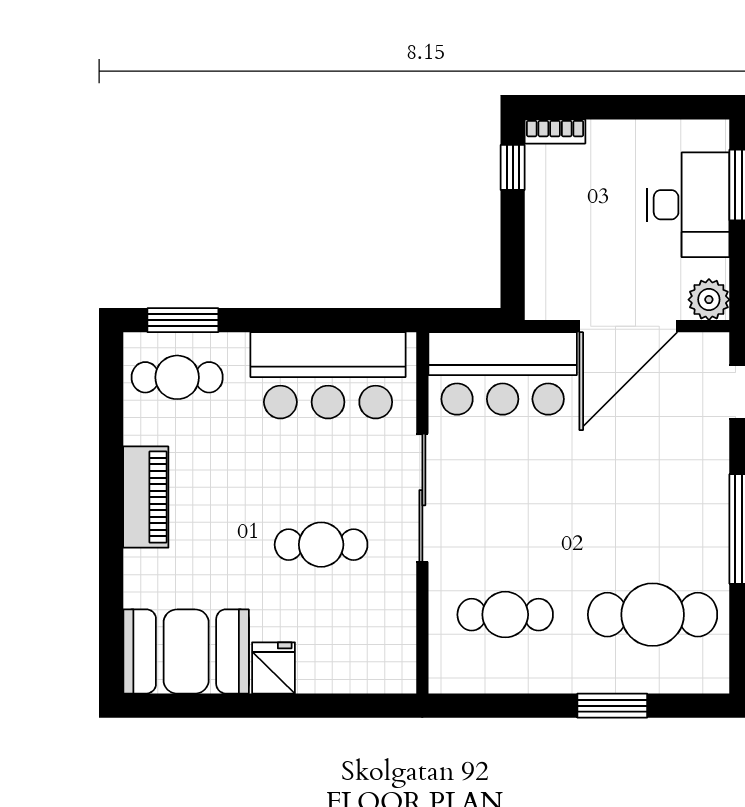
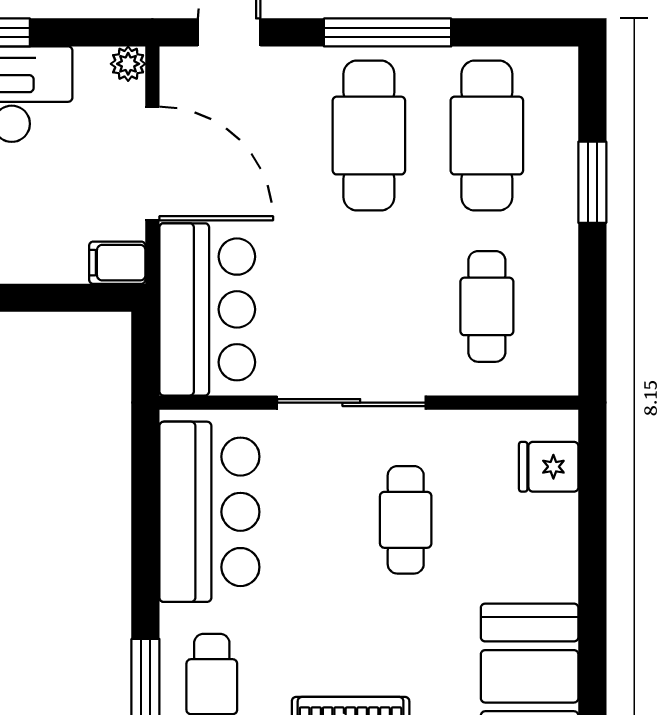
filing cabinet: (543, 296) -> (117, 263), added
plant: (709, 300) -> (128, 64), width x0.73, depth x0.73
cafe table: (653, 513) -> (369, 136), added
fridge: (274, 668) -> (549, 467), moved

